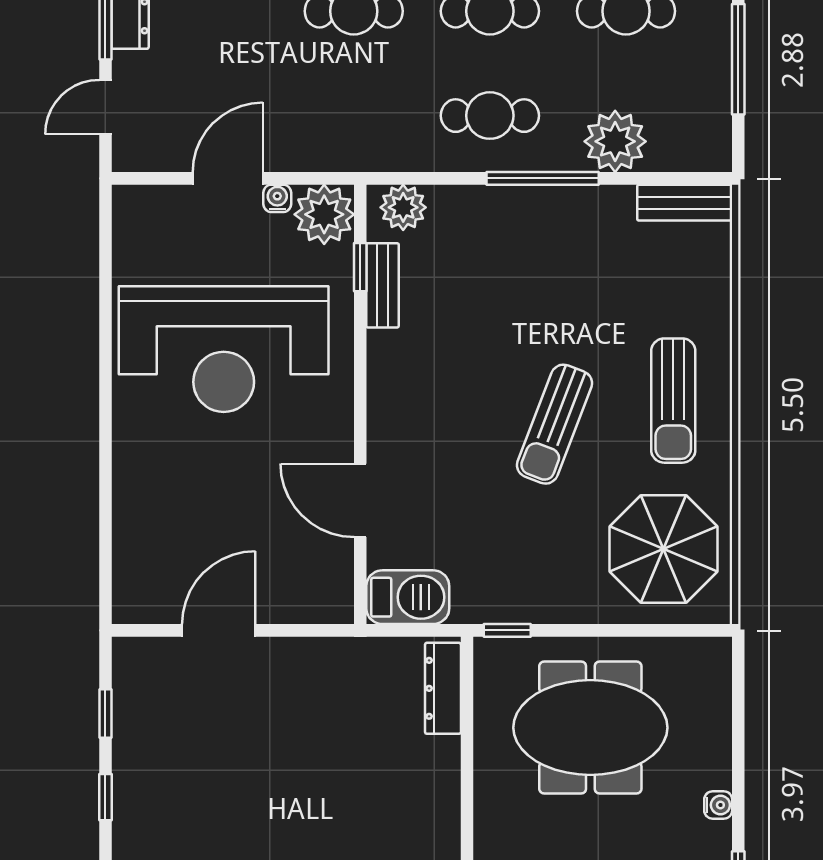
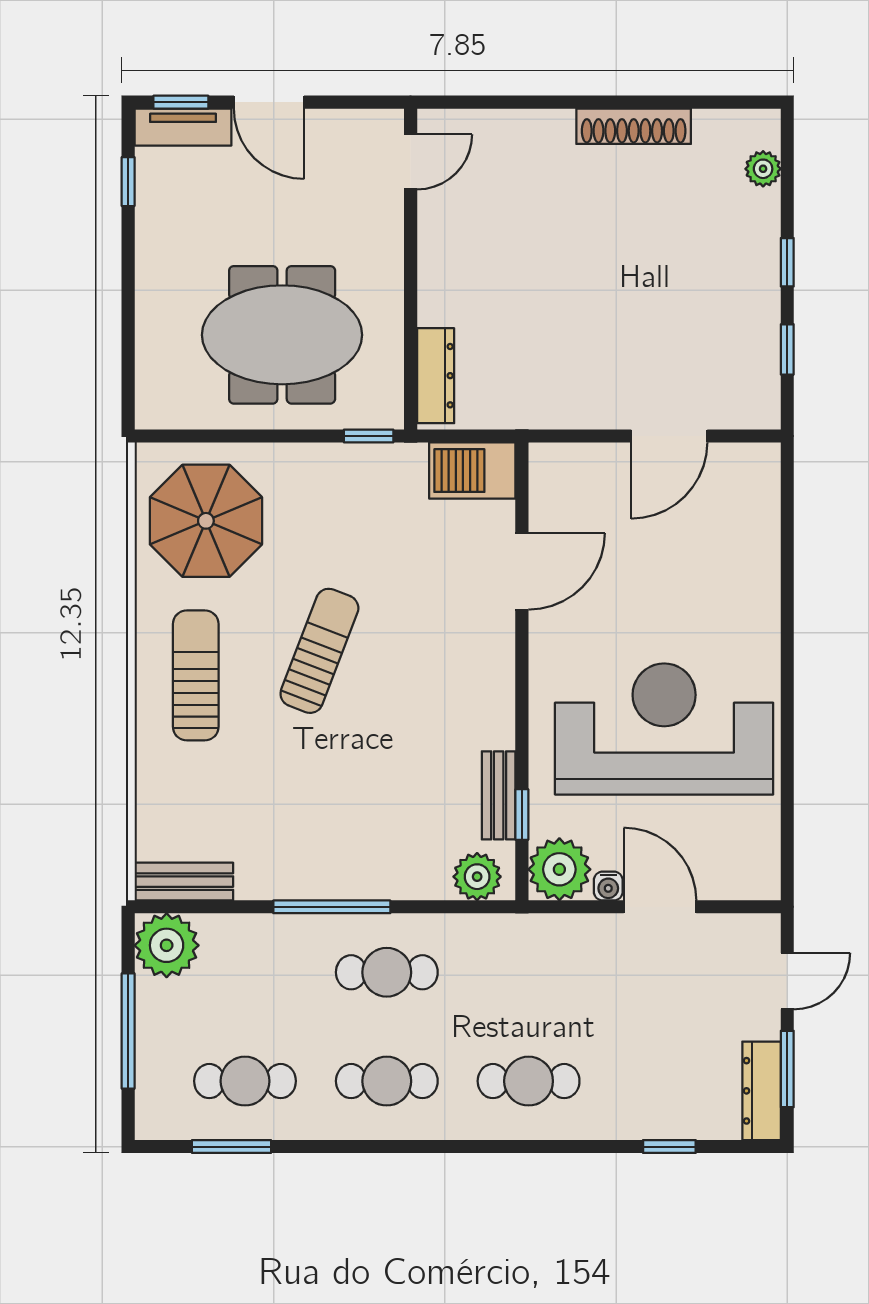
plant: (615, 141) -> (167, 945), moved
door: (228, 178) -> (660, 907), swing flipped
door: (360, 500) -> (522, 571), hinge flipped
water cooler: (718, 805) -> (149, 254), removed

